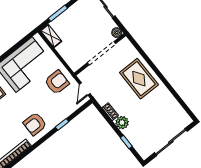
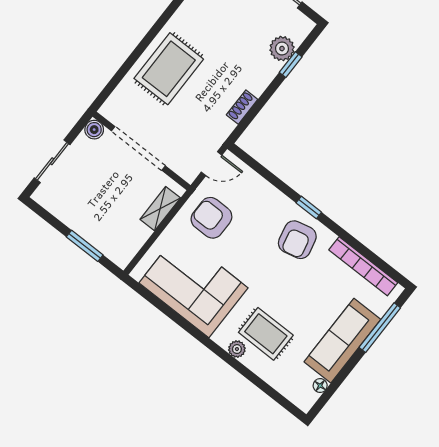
shelving: (51, 36) -> (160, 209), moved
plant: (122, 123) -> (282, 49), moved
armchair: (35, 124) -> (297, 240), turned 77
window: (62, 124) -> (309, 207), moved

